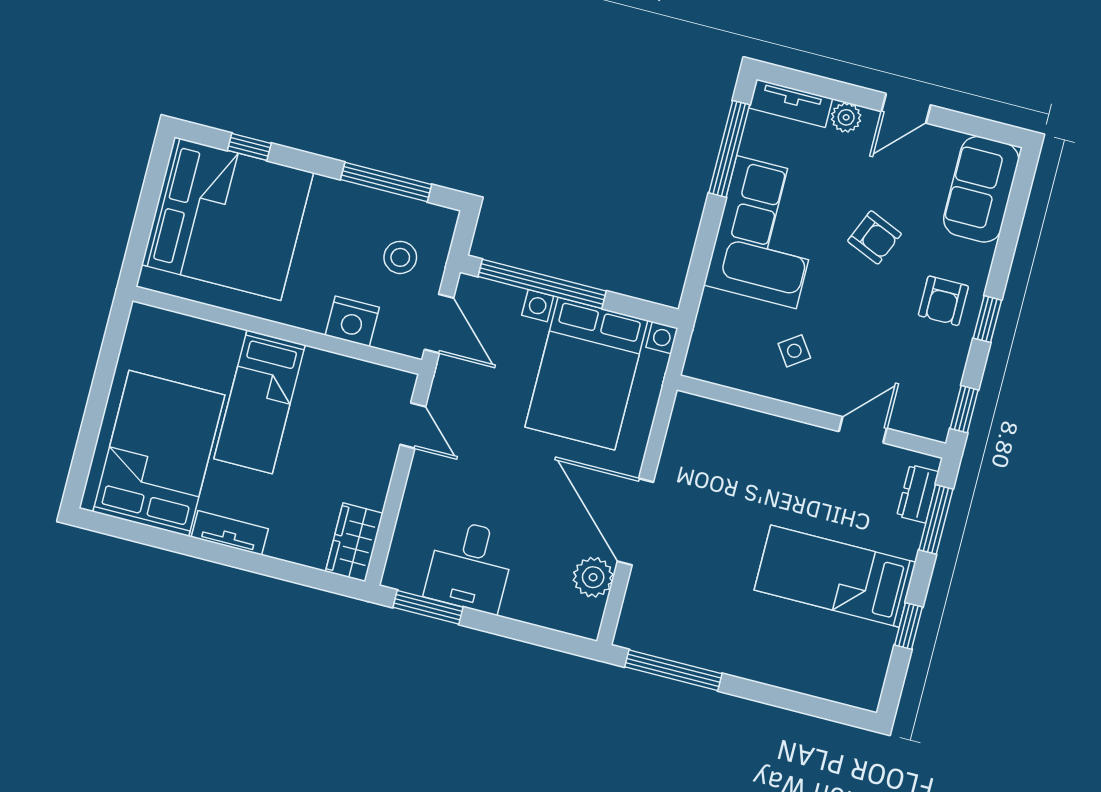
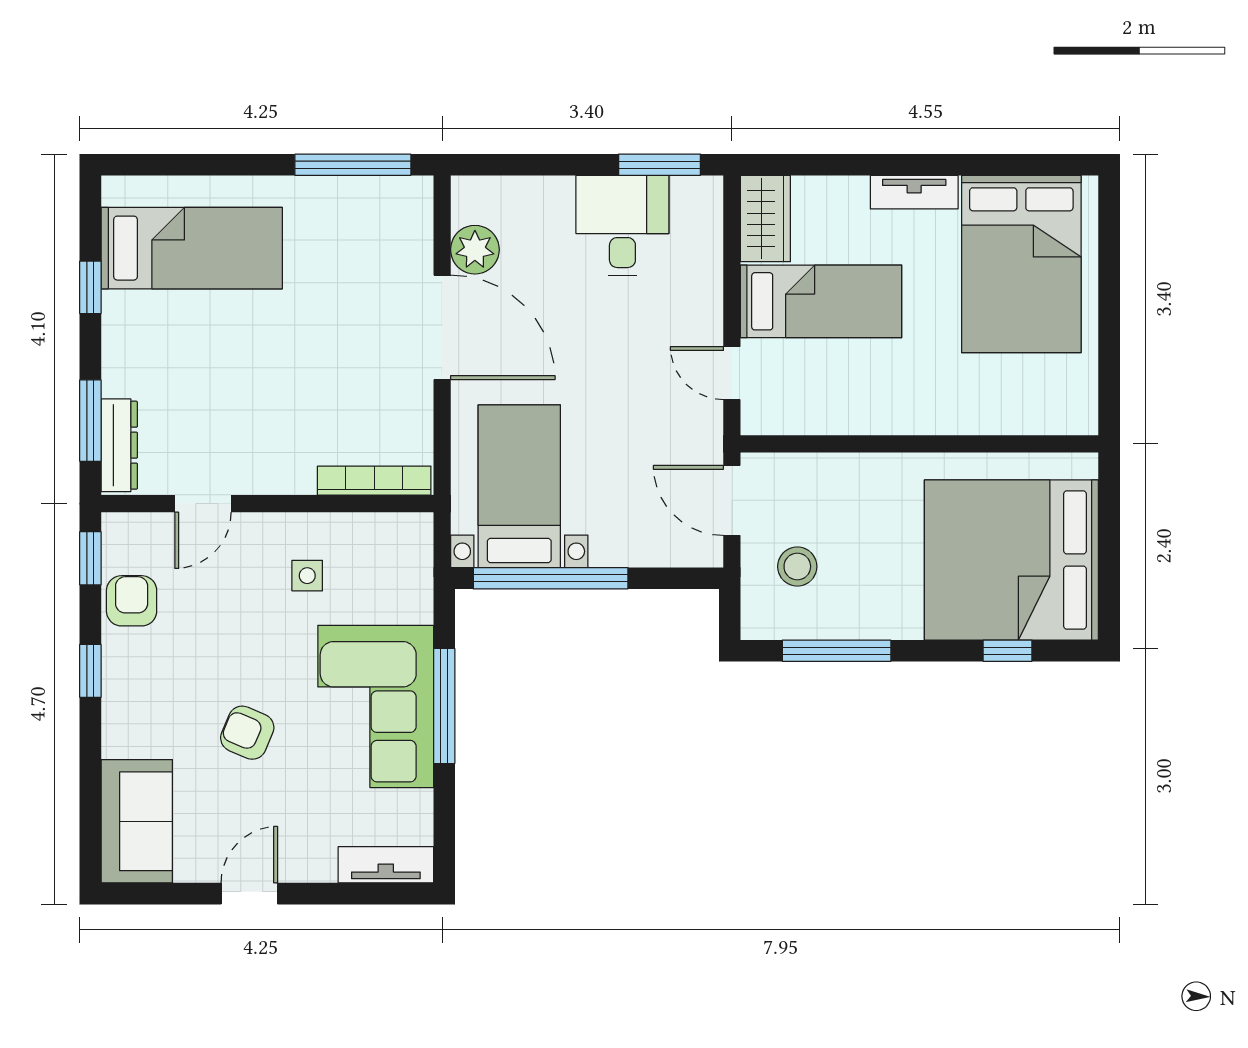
plant: (846, 117) -> (317, 865), removed
window: (729, 149) -> (444, 706), moved
window: (542, 284) -> (551, 578), moved
armchair: (943, 301) -> (132, 601), moved
nightstand: (352, 321) -> (834, 477), removed
side table: (794, 351) -> (307, 576), turned 35
bed with nightstands: (586, 374) -> (519, 486), width x0.73
bed: (260, 402) -> (821, 301), moved, turned 90
bookcase: (721, 413) -> (374, 481), added
dresser: (918, 494) -> (119, 445), width x1.44
bed: (835, 576) -> (192, 248), moved

